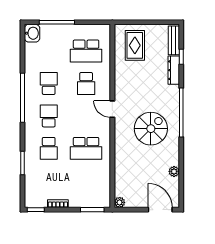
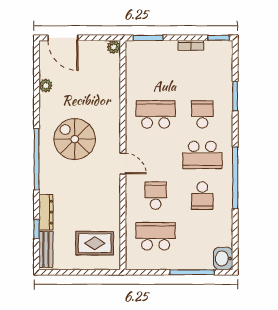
rug: (135, 45) -> (95, 243), turned 90
school desk: (49, 116) -> (202, 155), width x1.85
spiral stairs: (151, 129) -> (75, 139), turned 90

